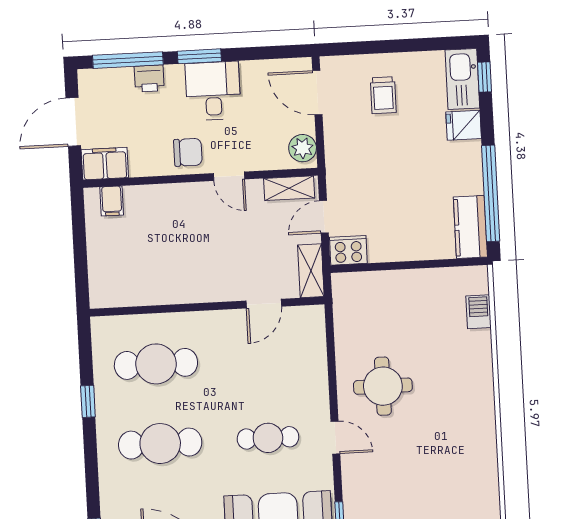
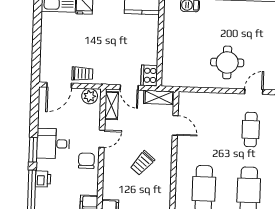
trolley: (383, 95) -> (82, 74), moved
trolley: (192, 251) -> (142, 163), added

